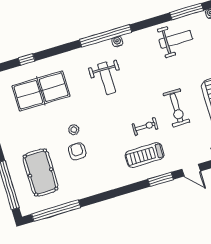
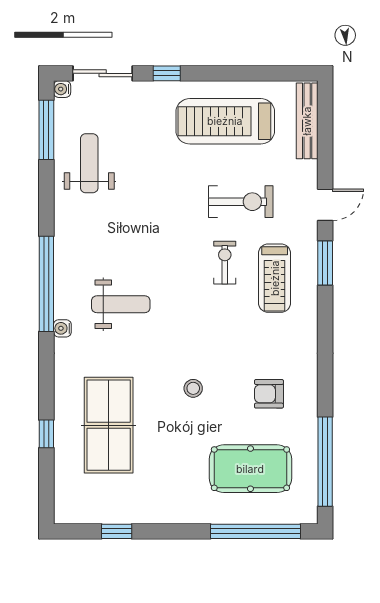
water cooler: (117, 42) -> (62, 328), moved
exercise bike: (176, 108) -> (241, 202), moved
armchair: (77, 151) -> (269, 394), moved

